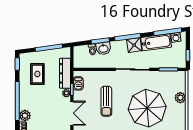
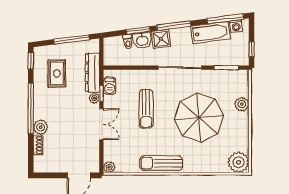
shower: (134, 45) -> (161, 39), moved

